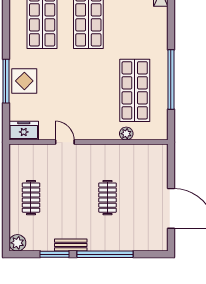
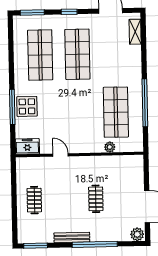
plant: (17, 243) -> (137, 234), moved
bench: (71, 245) -> (72, 237), width x1.36
window: (55, 254) -> (36, 246), moved

